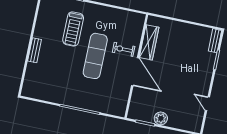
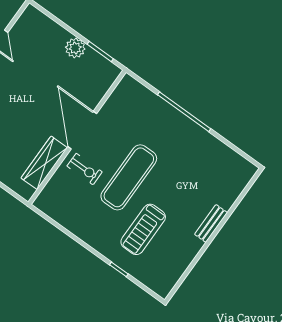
treadmill: (73, 29) -> (143, 229), turned 180

